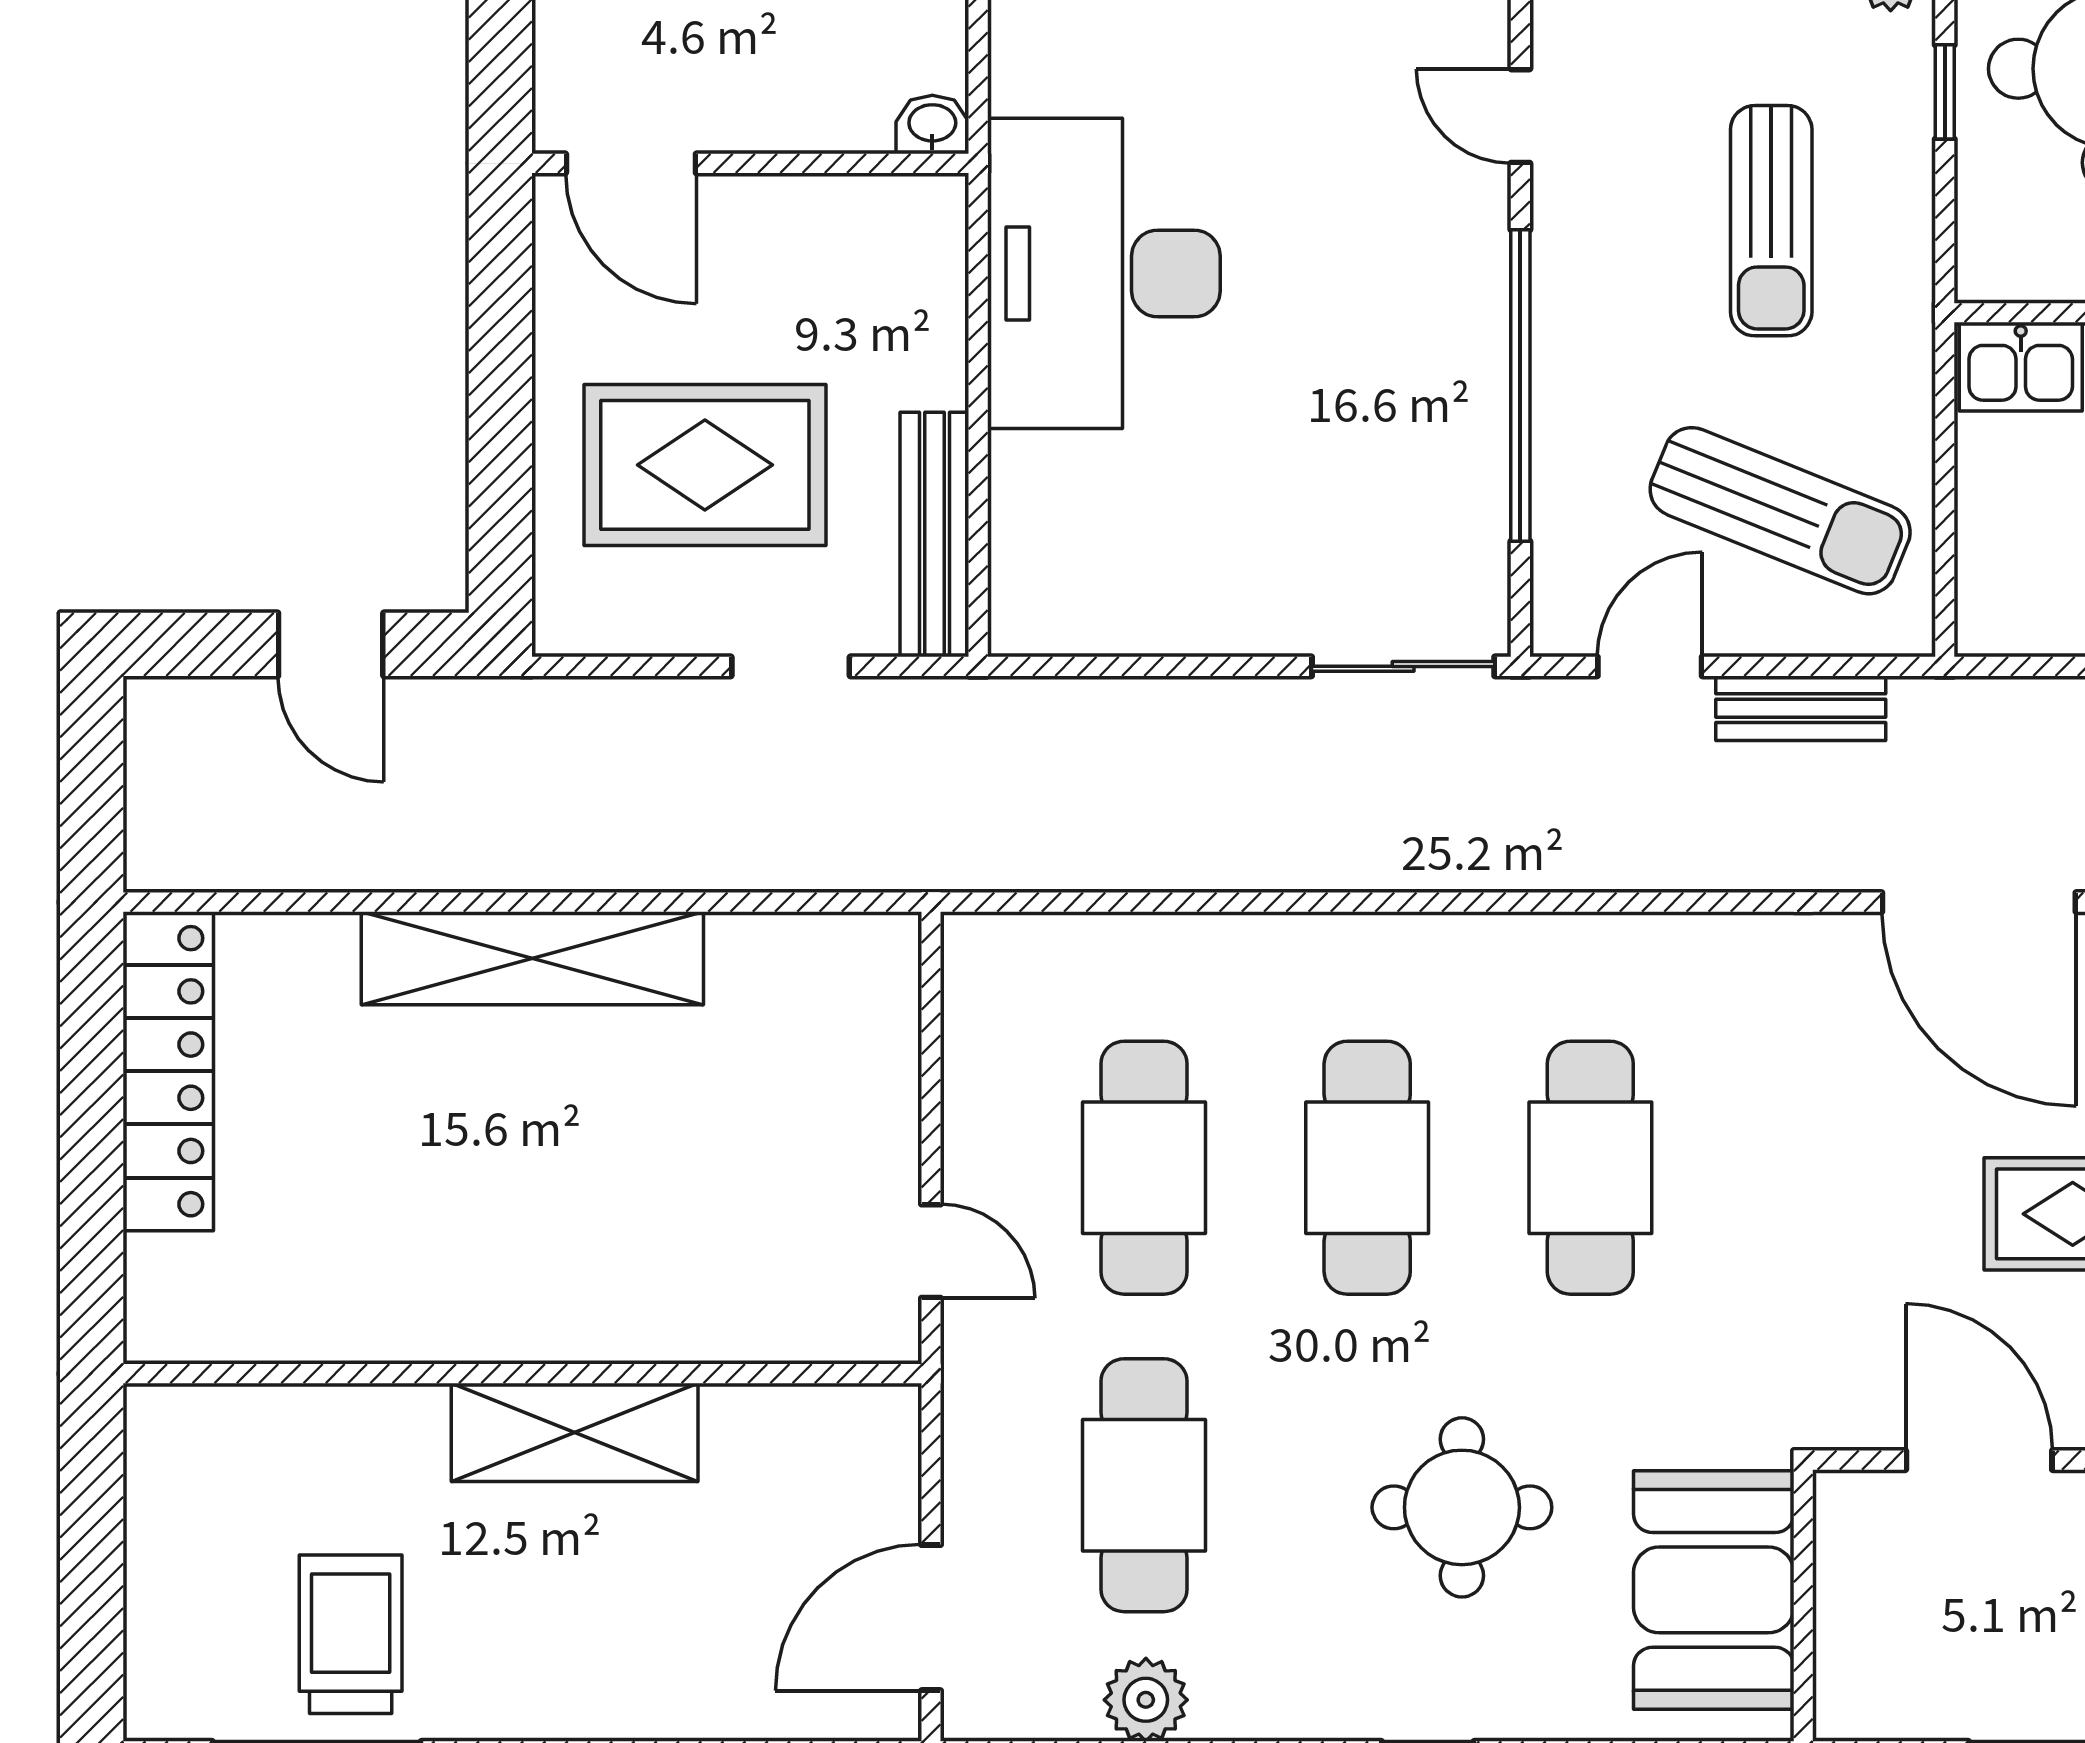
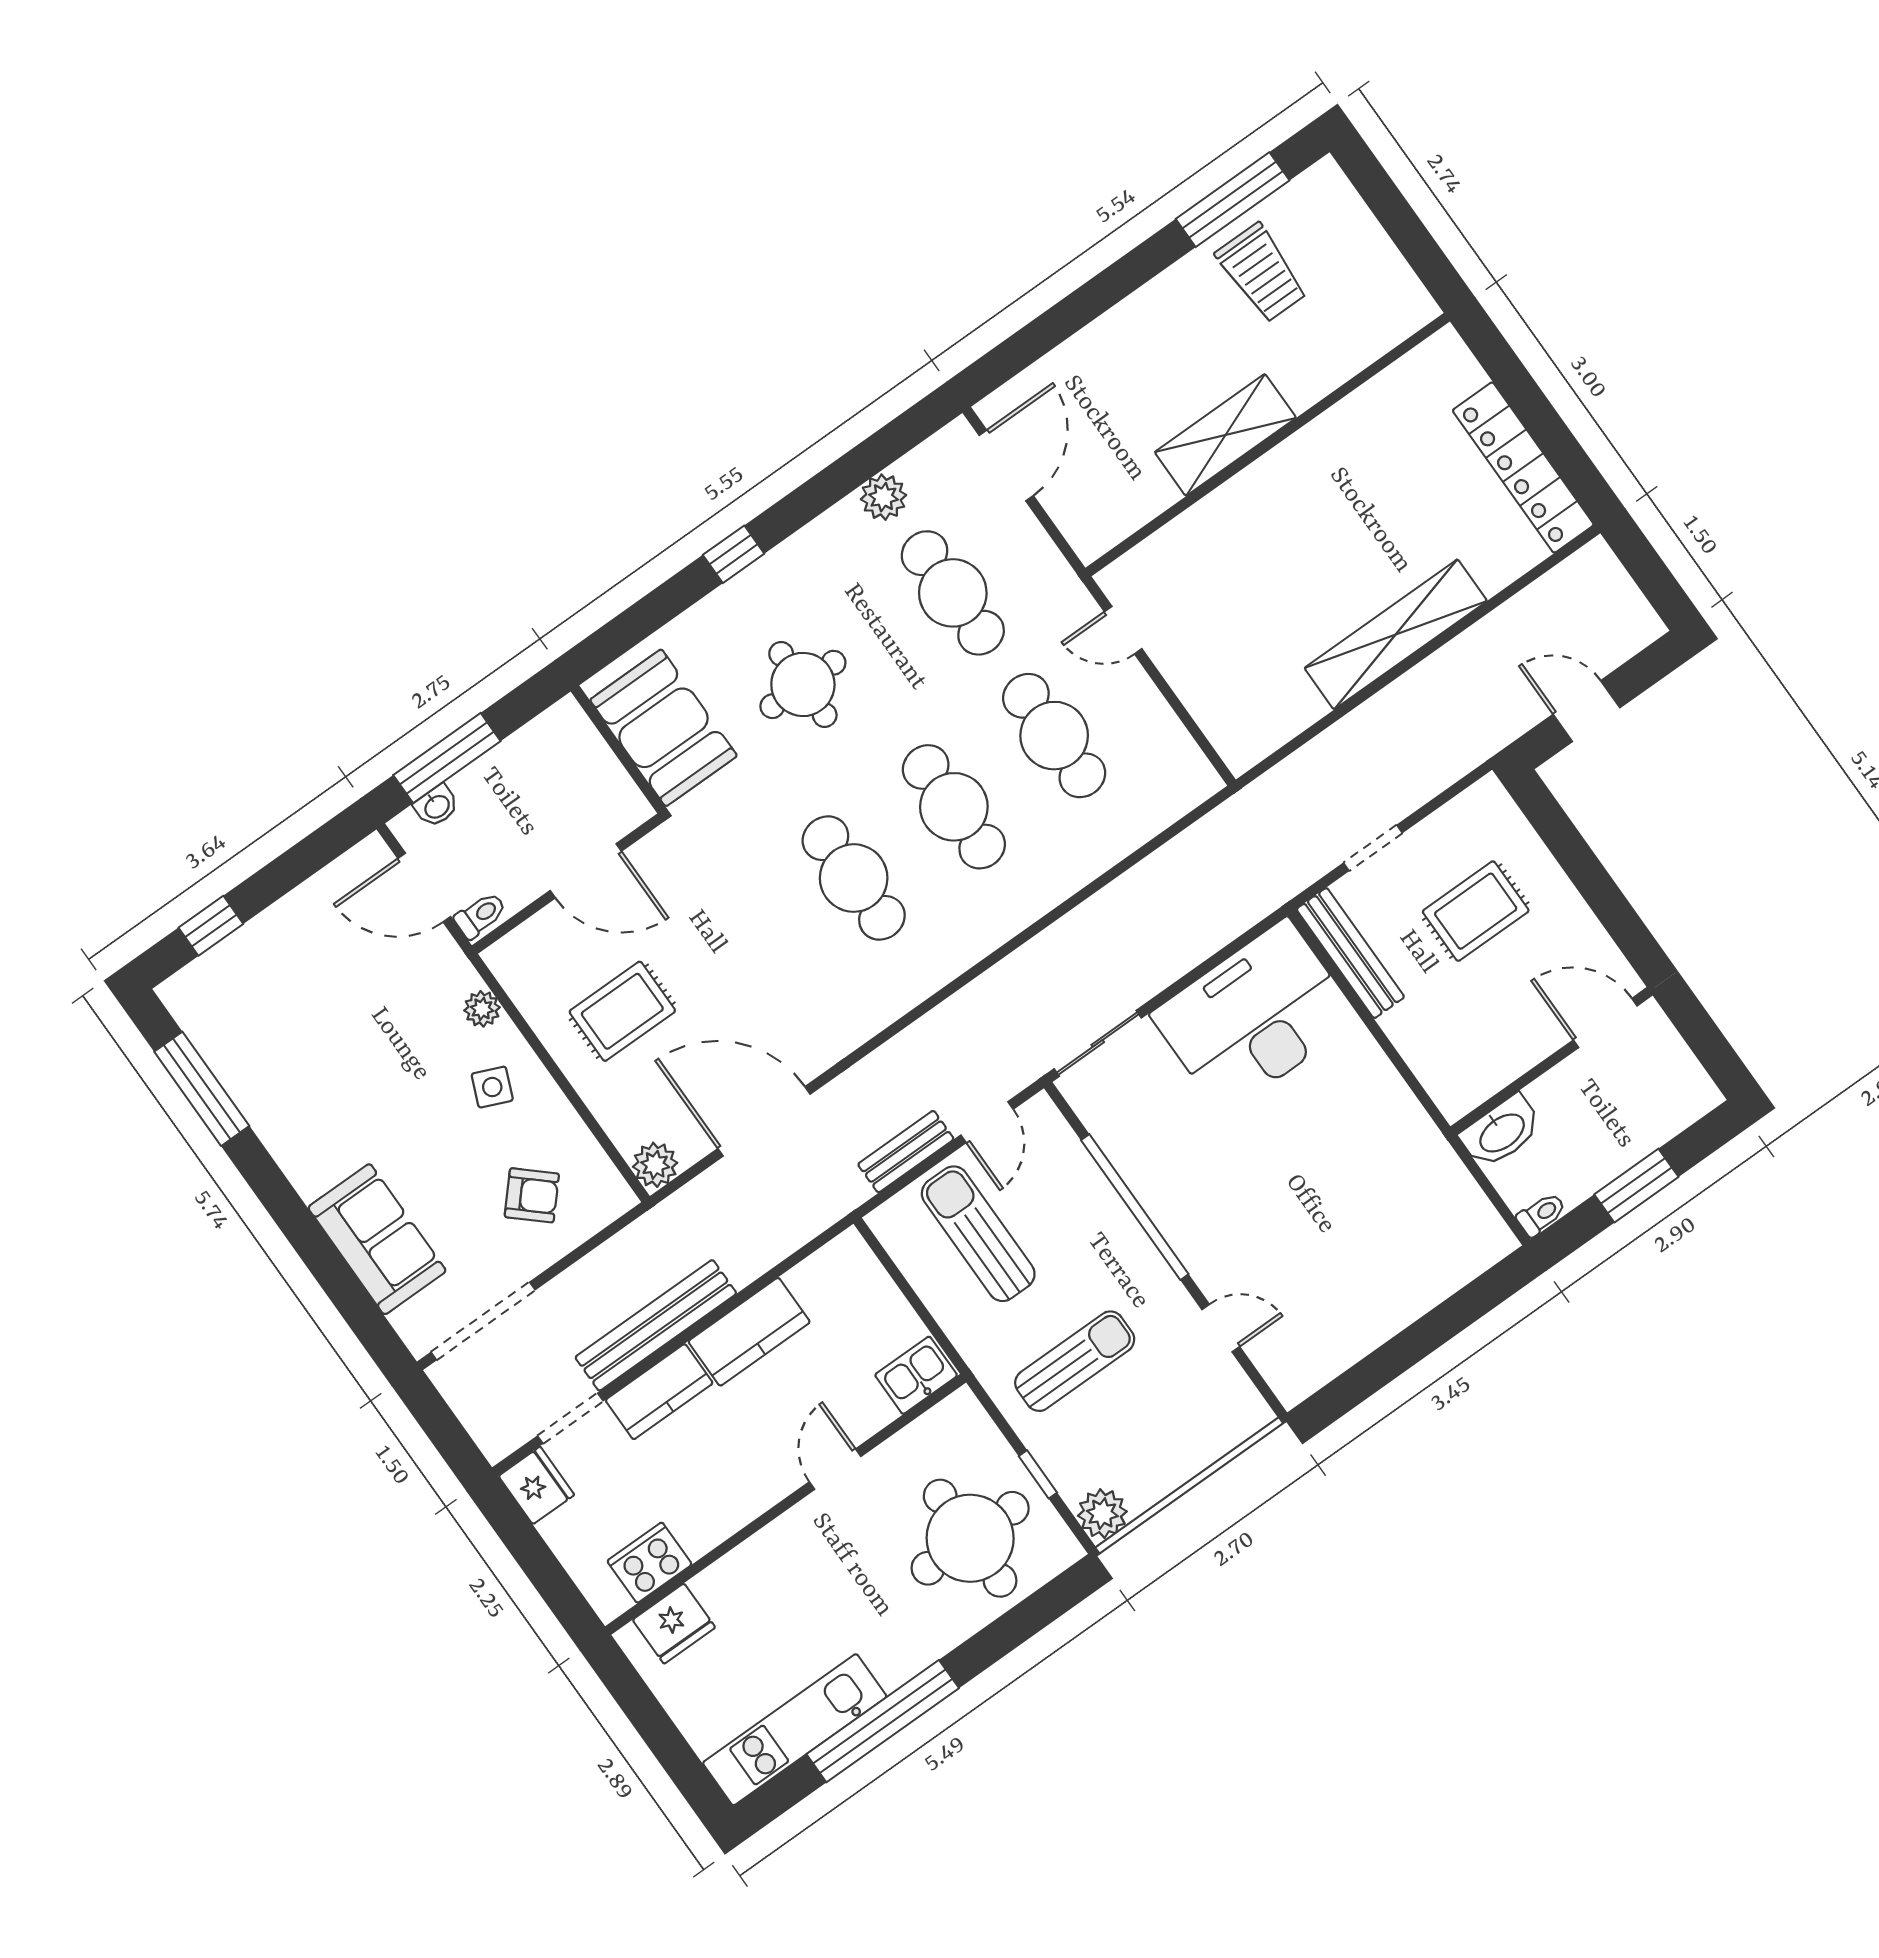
washbasin: (932, 125) -> (1501, 1132), width x1.91, depth x1.45
sun lounger: (1771, 221) -> (1075, 1361), turned 90
desk: (1104, 273) -> (1255, 1017), moved, turned -90
rug: (705, 465) -> (1476, 911), width x0.73, depth x0.70
sun lounger: (1780, 511) -> (978, 1234), turned 68

